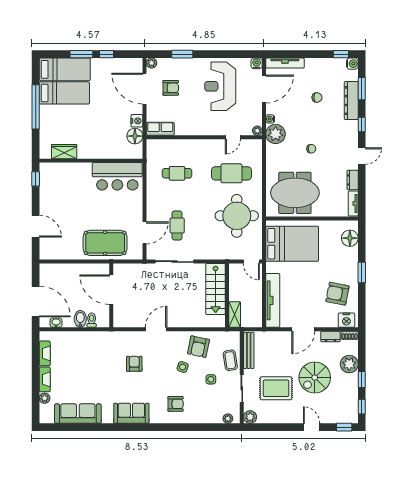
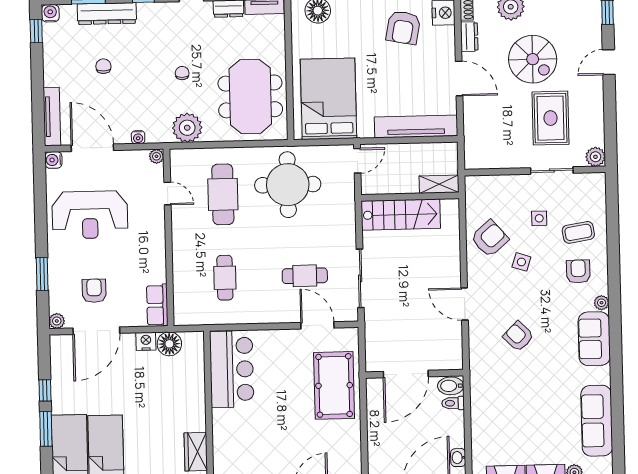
plant: (276, 134) -> (187, 128), moved
bidet: (80, 319) -> (451, 386), moved
armchair: (198, 347) -> (490, 239), turned -53
bench: (249, 350) -> (493, 161), removed
coffee table: (230, 360) -> (578, 232), moved
armchair: (134, 364) -> (518, 336), turned 45
plant: (228, 419) -> (601, 303), moved

